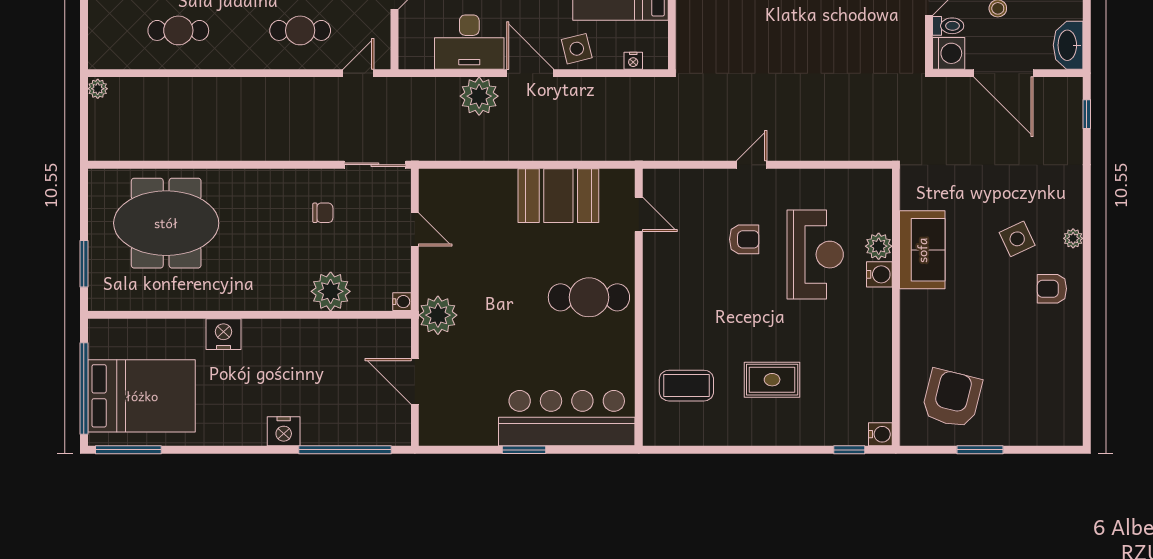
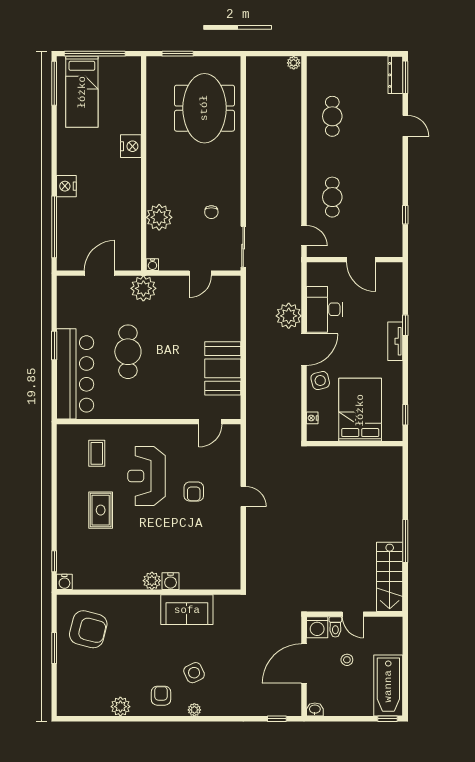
washbasin: (1068, 45) -> (315, 709), width x0.52, depth x0.69
plant: (879, 246) -> (152, 581), moved
reception desk: (815, 255) -> (147, 476), moved, turned 90
cafe table: (589, 297) -> (128, 352), moved
plant: (1068, 350) -> (120, 707), added
coffee table: (686, 386) -> (97, 453), width x0.73, depth x0.77
bed: (142, 396) -> (82, 92), width x0.67

